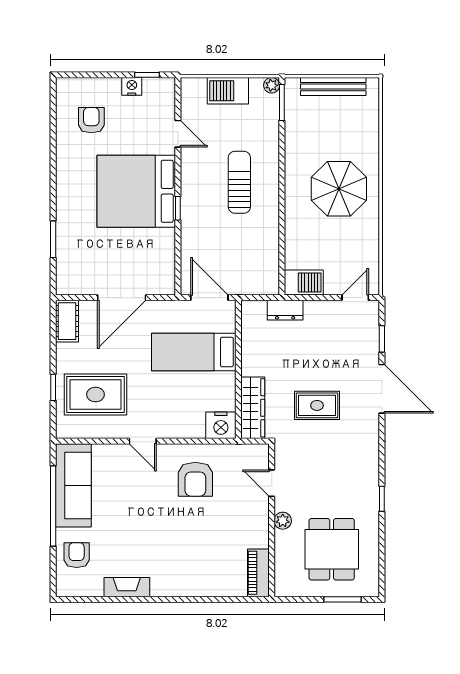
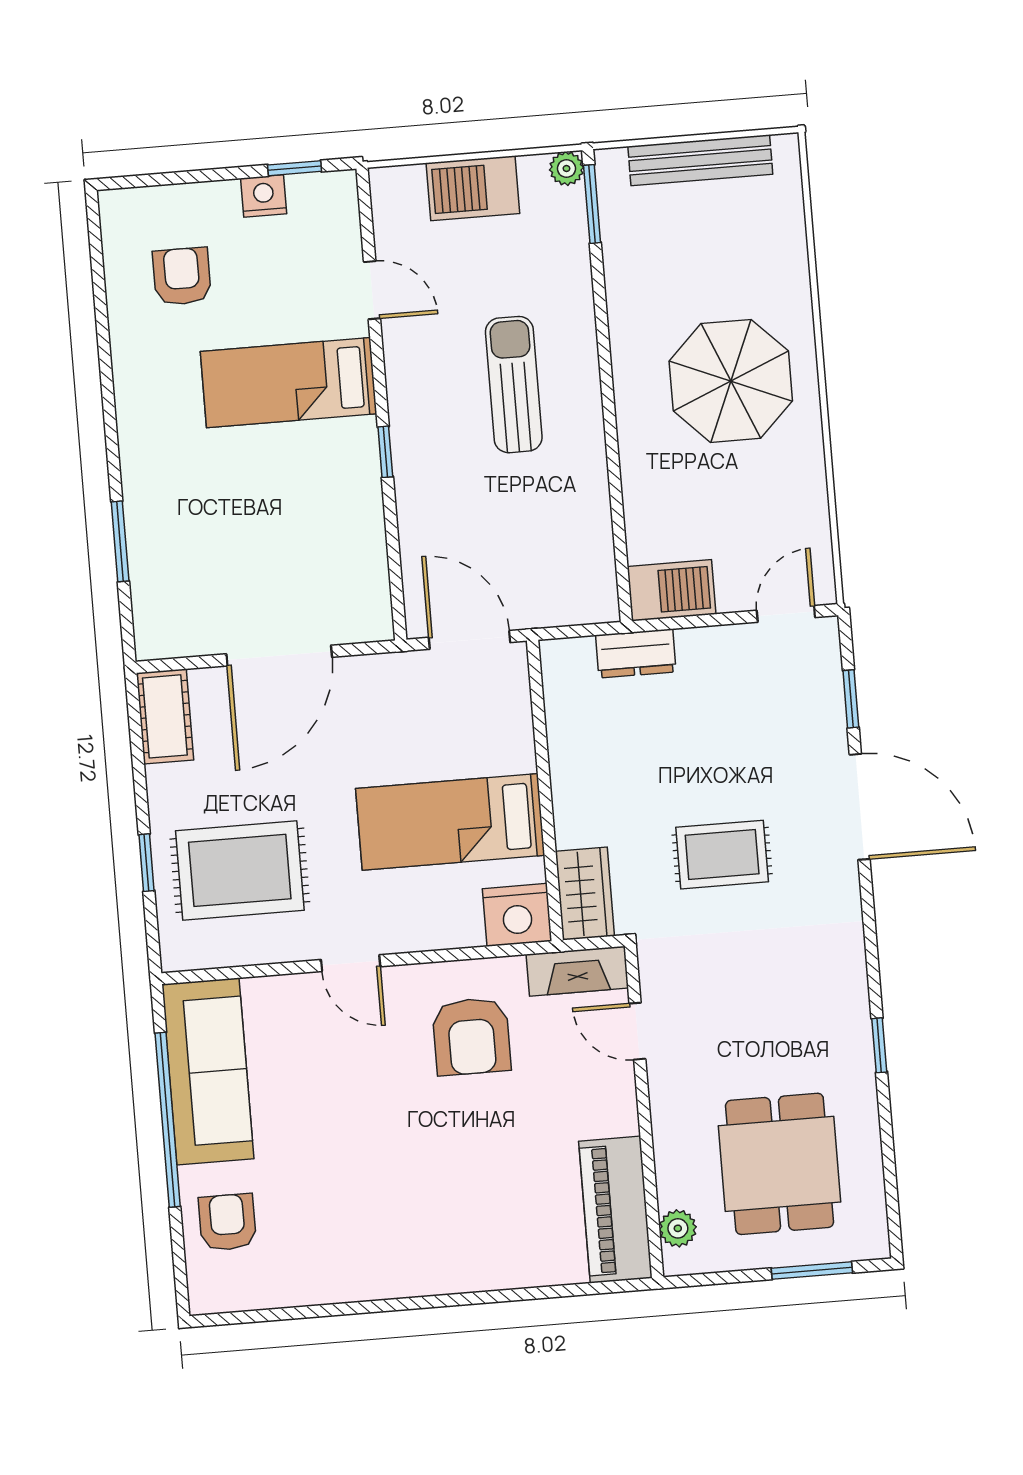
bed: (136, 191) -> (289, 383), width x0.49
bed: (194, 352) -> (450, 822), moved
wardrobe: (253, 408) -> (585, 894), width x0.67
plant: (283, 521) -> (678, 1228), moved
piano: (258, 573) -> (615, 1210), width x1.37, depth x1.33
fireplace: (127, 587) -> (577, 971), moved, turned 180

